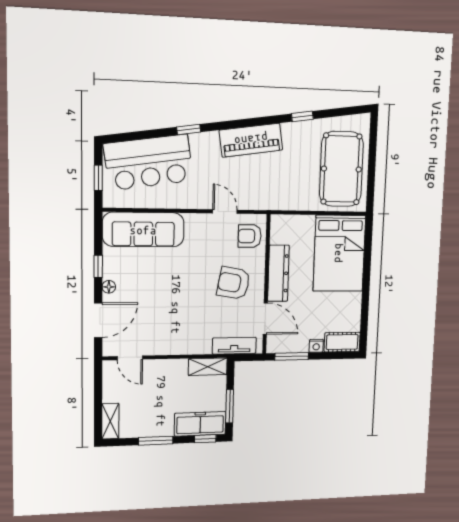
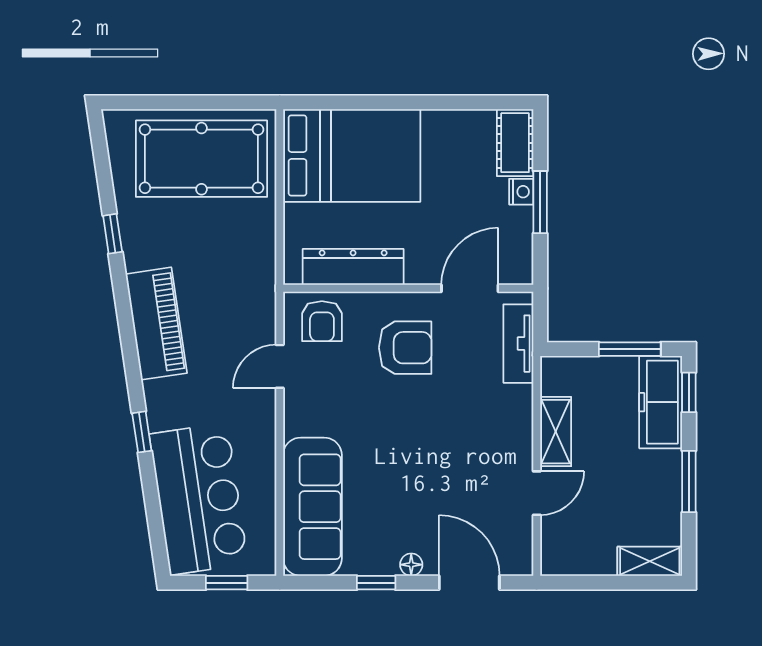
dresser: (278, 273) -> (353, 267), moved
armchair: (234, 283) -> (405, 348), turned -100
window: (292, 356) -> (540, 202), moved
door: (130, 358) -> (537, 493), moved
shelving: (208, 367) -> (556, 432), moved

